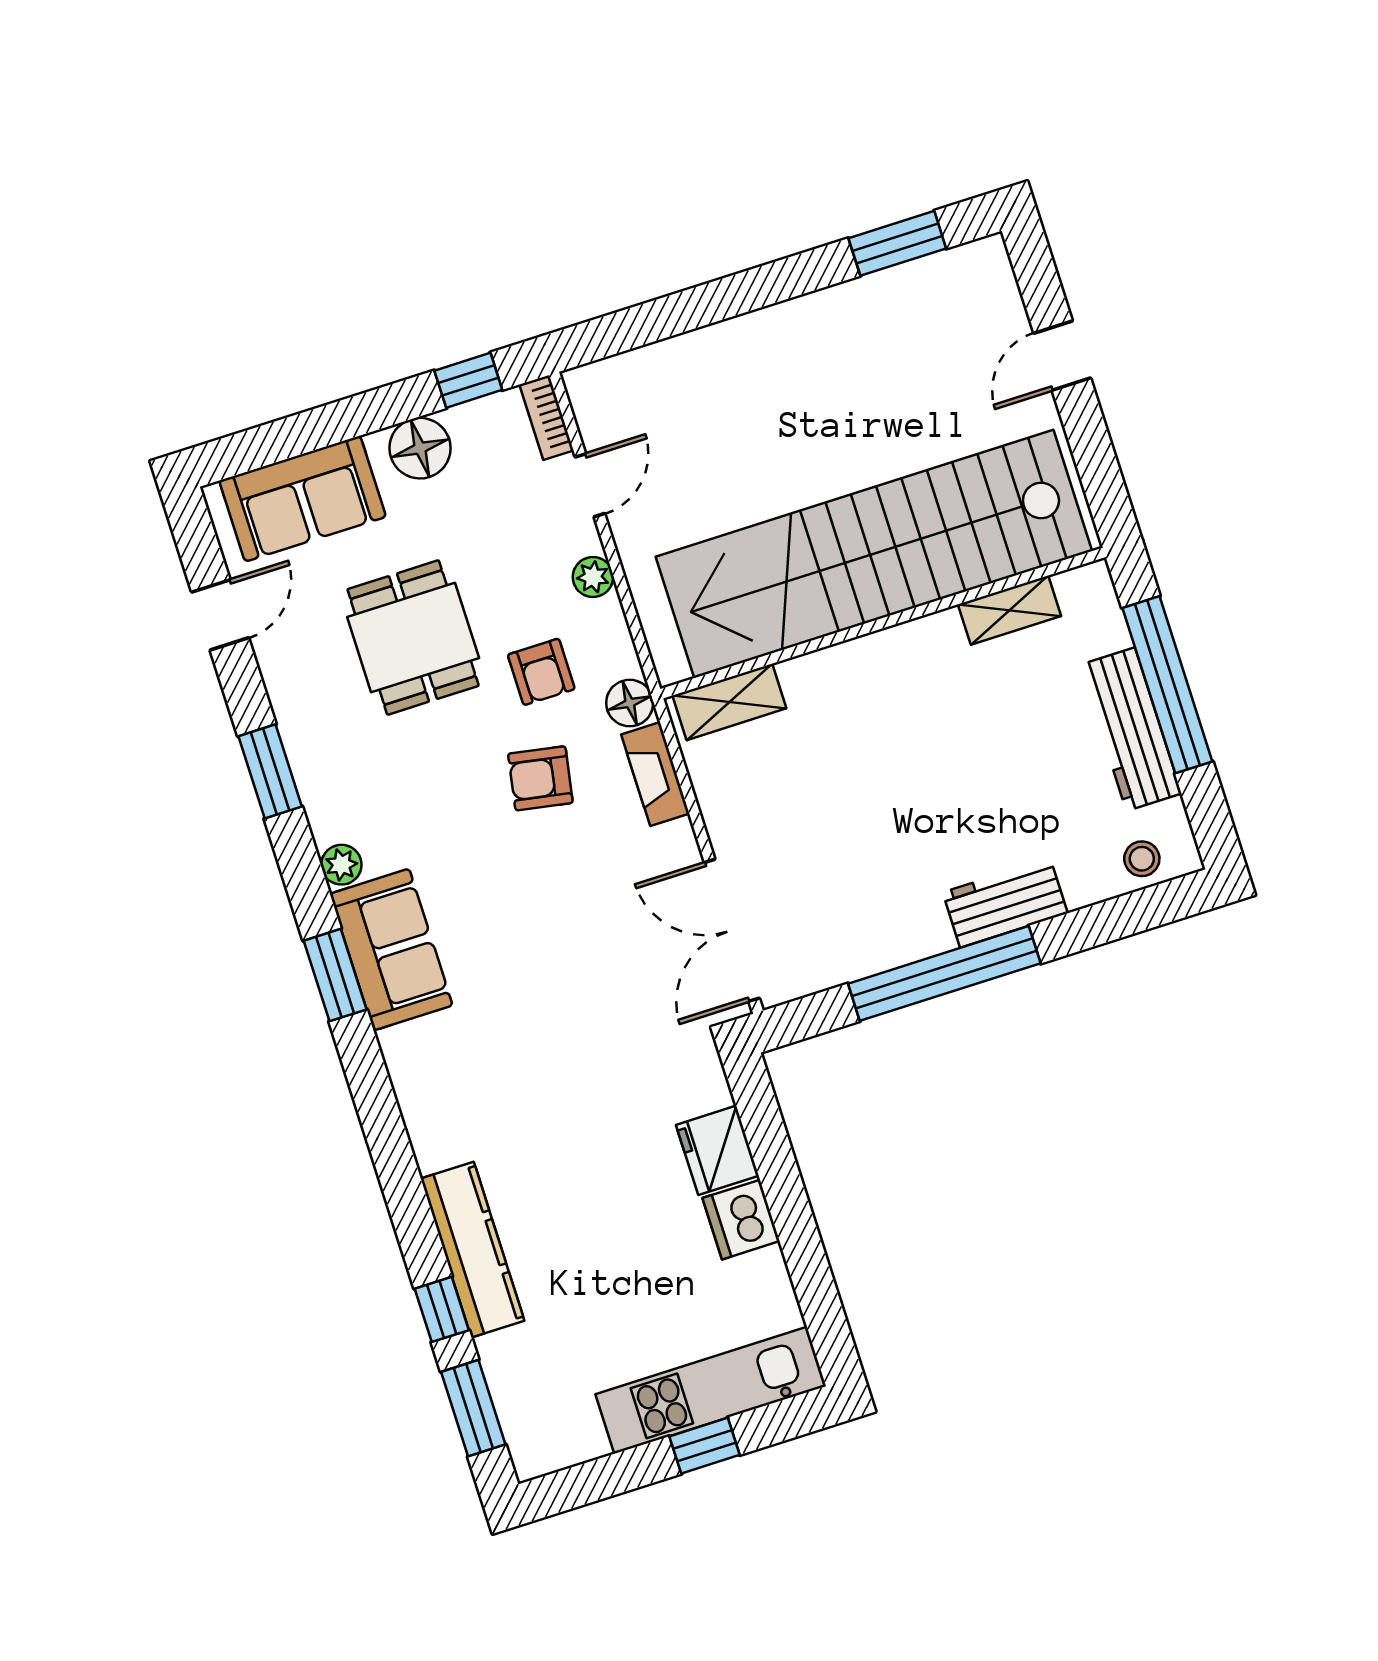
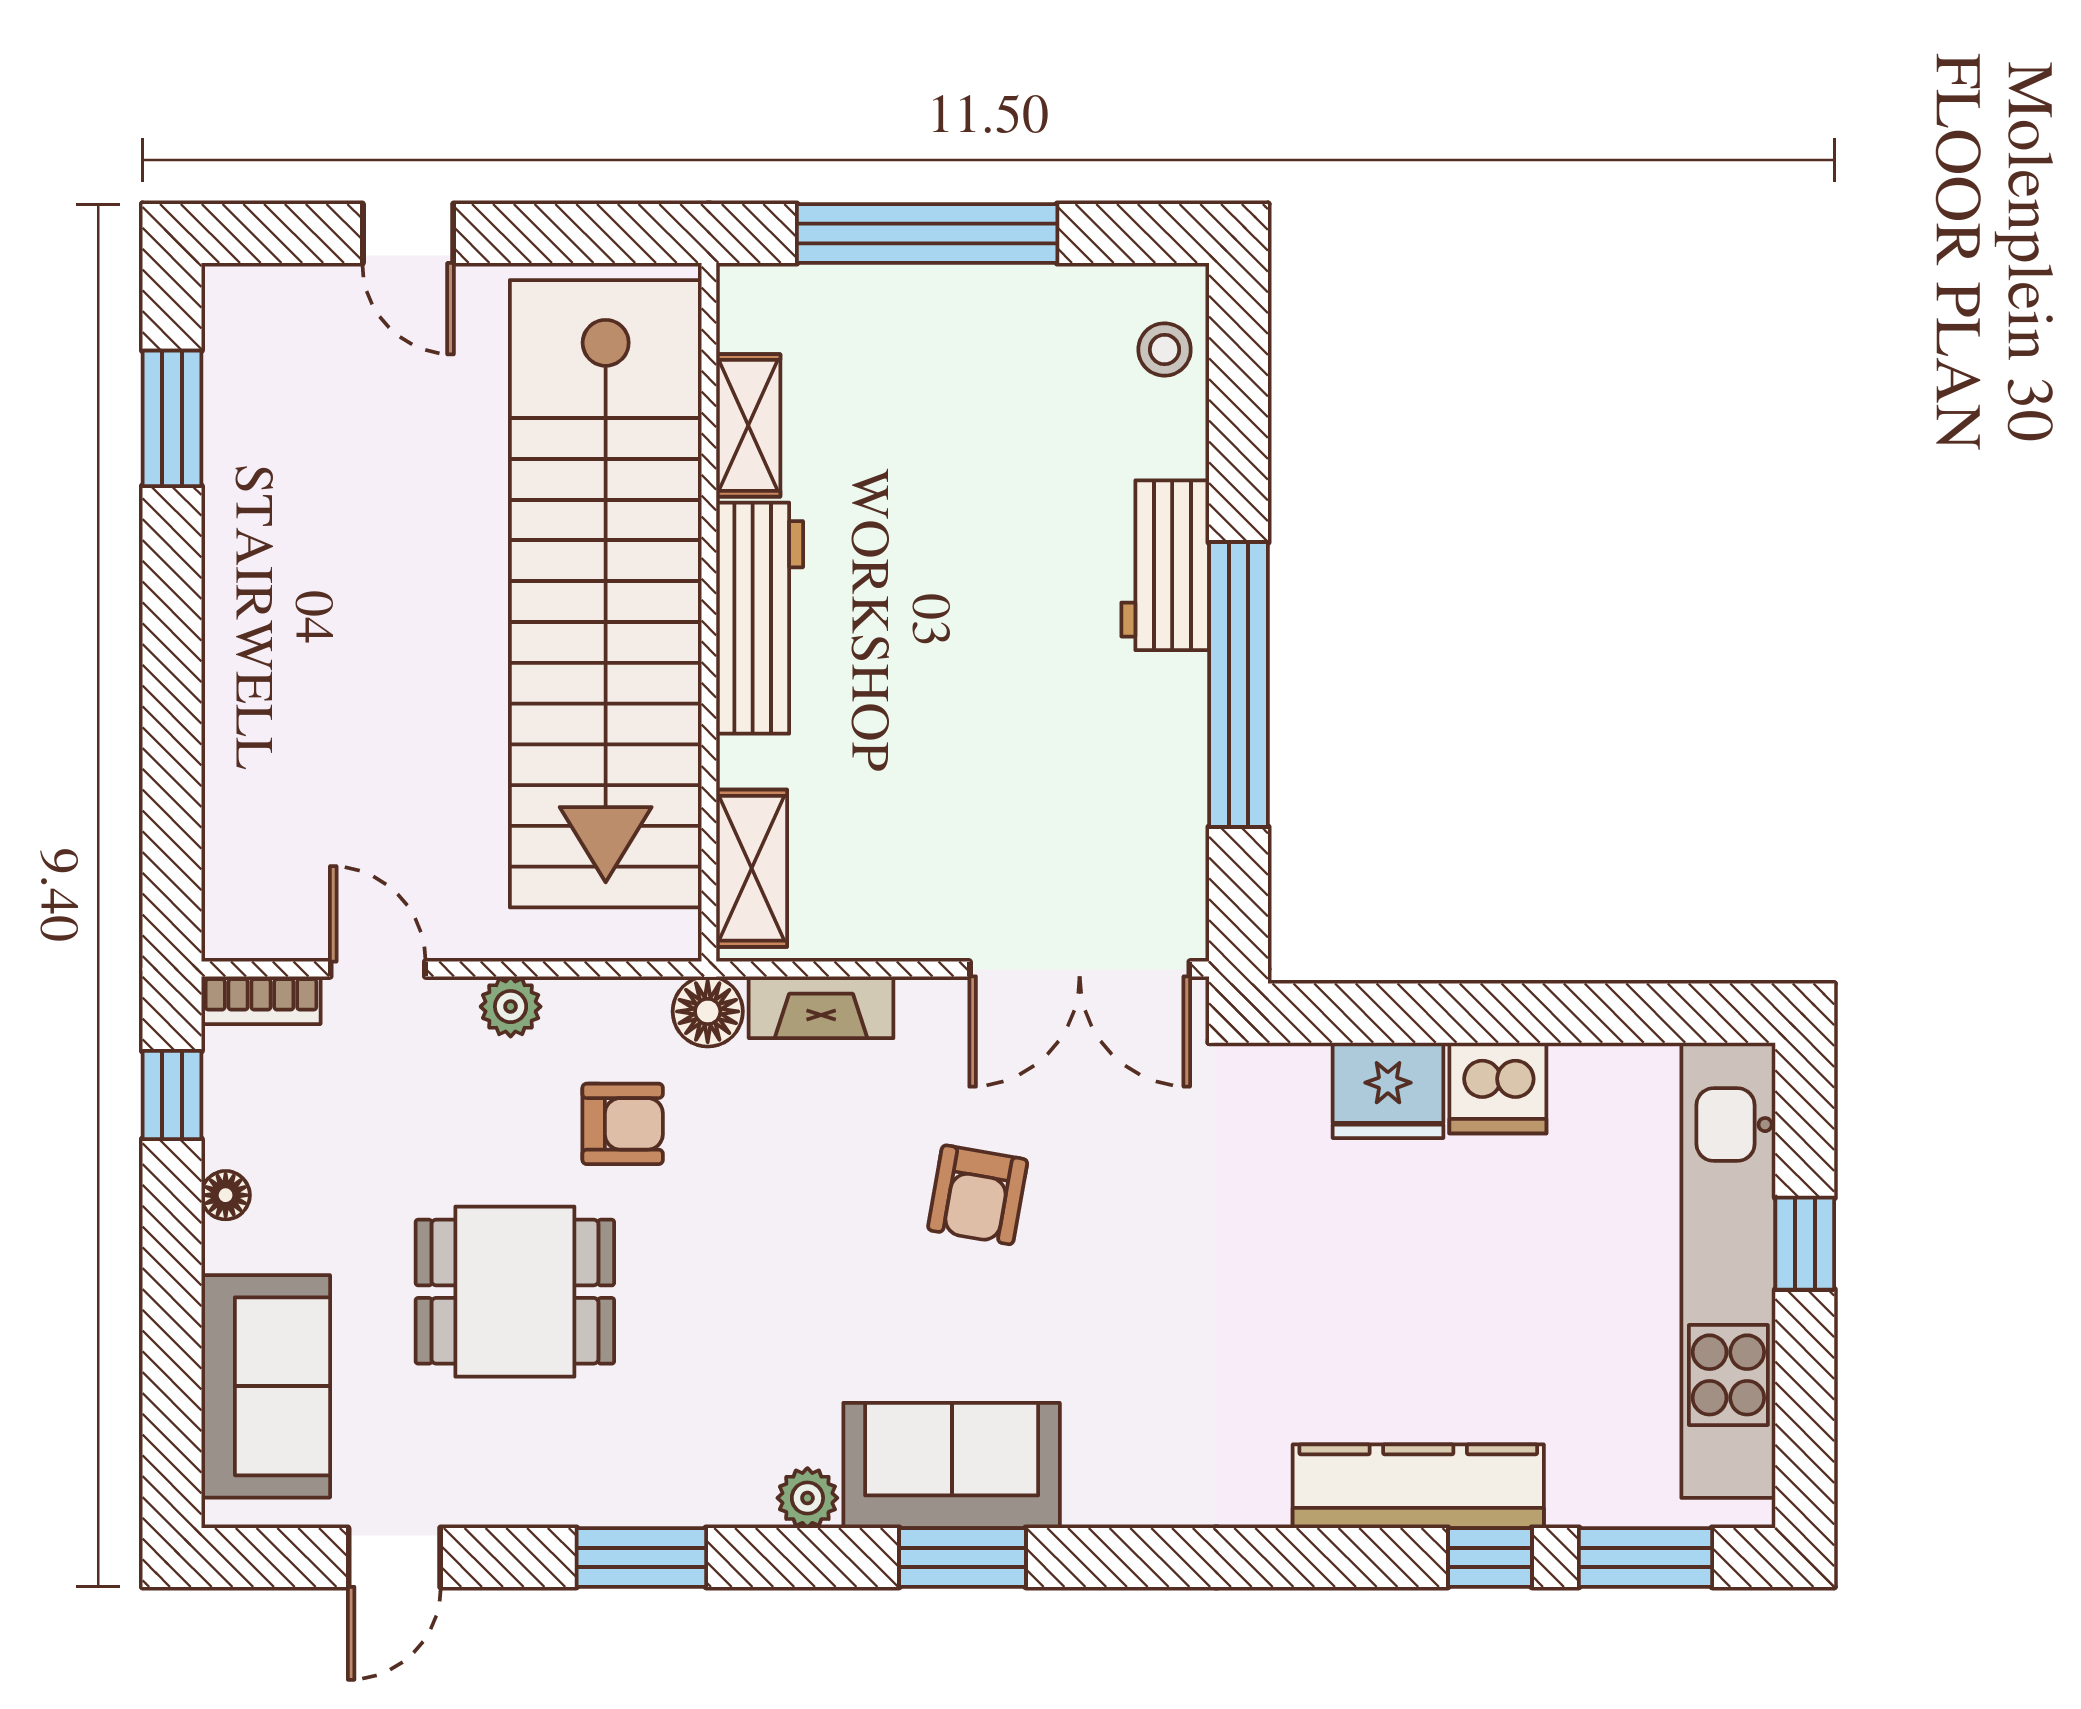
floor lamp: (420, 448) -> (226, 1195), width x0.53, depth x0.53
door: (220, 615) -> (394, 1557), swing flipped
workbench: (1131, 729) -> (760, 618), moved, turned -90
armchair: (540, 778) -> (978, 1195), moved
kitchen unit: (711, 1390) -> (1728, 1270), width x1.36

